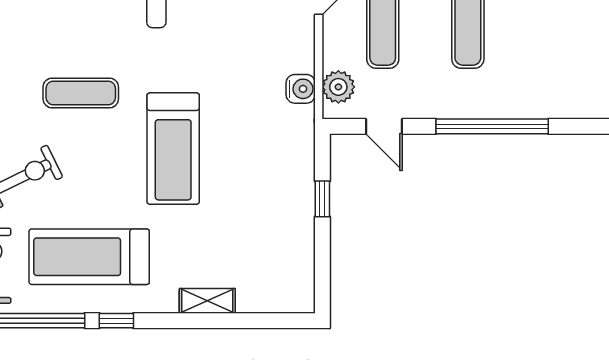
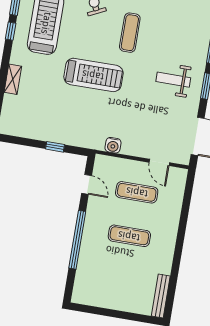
plant: (338, 87) -> (111, 165), removed
door: (384, 126) -> (87, 184), swing flipped
treadmill: (173, 149) -> (93, 75), turned 180

